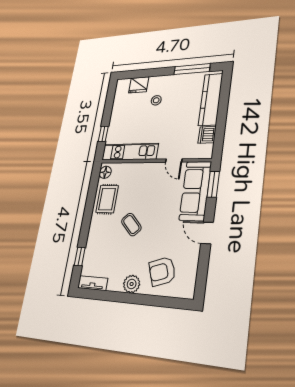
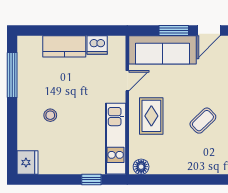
fridge: (139, 85) -> (28, 162), moved
kitchen counter: (211, 99) -> (64, 46), width x0.67
window: (213, 184) -> (174, 31), moved
rug: (107, 199) -> (151, 116), moved, turned 90

